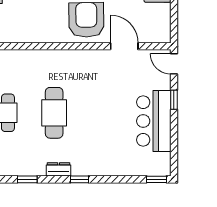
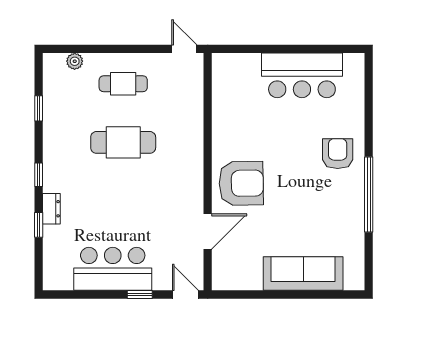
door: (174, 64) -> (185, 294), hinge flipped
dresser: (59, 169) -> (51, 209), moved
window: (156, 179) -> (39, 225), moved

